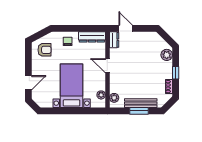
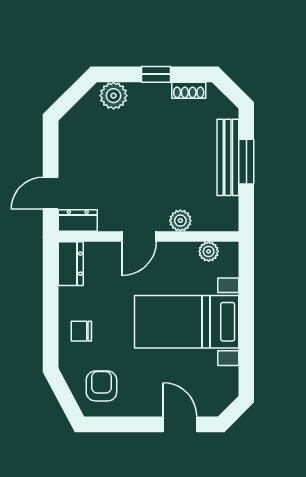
dresser: (92, 37) -> (71, 264), width x0.70
plant: (114, 98) -> (180, 221), moved

